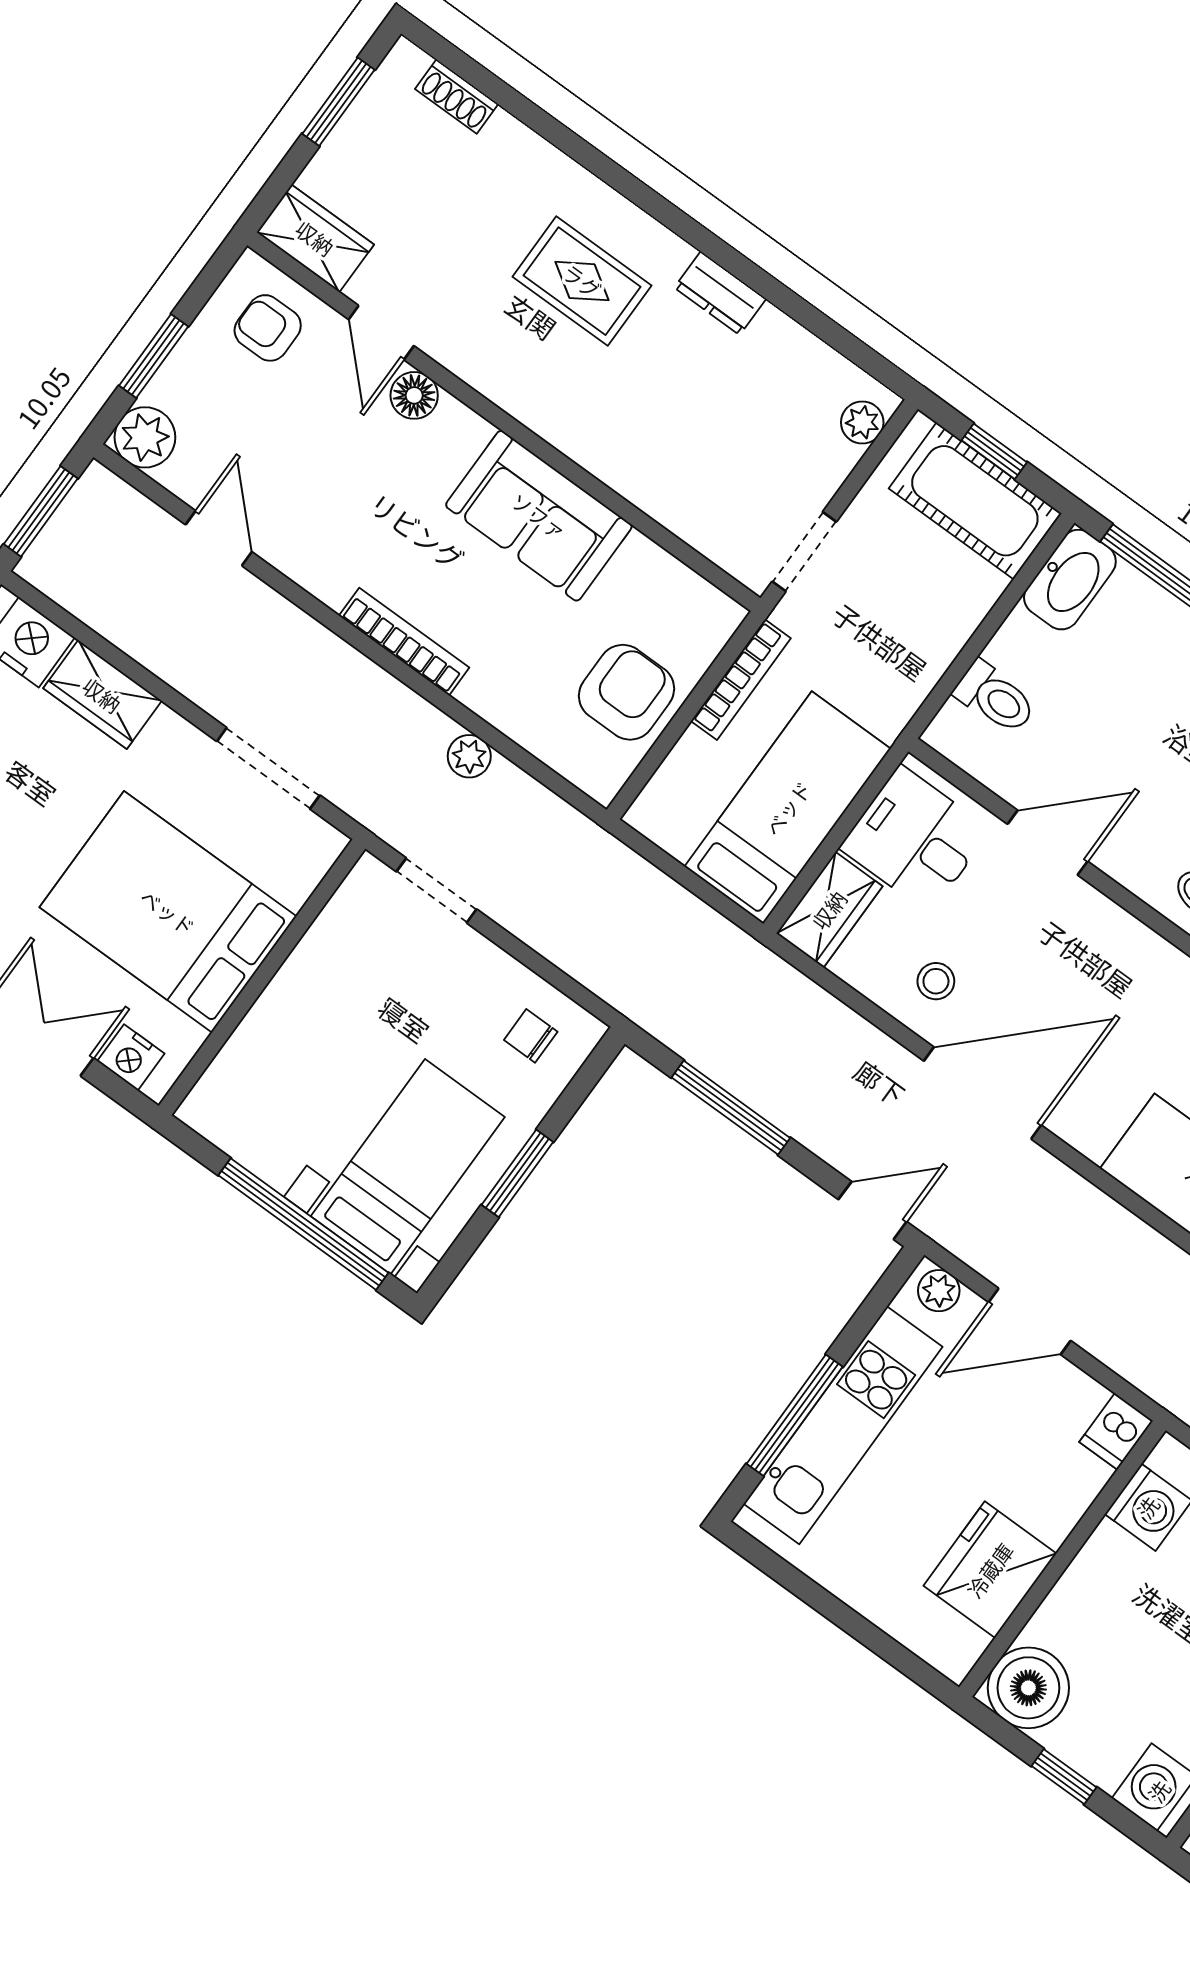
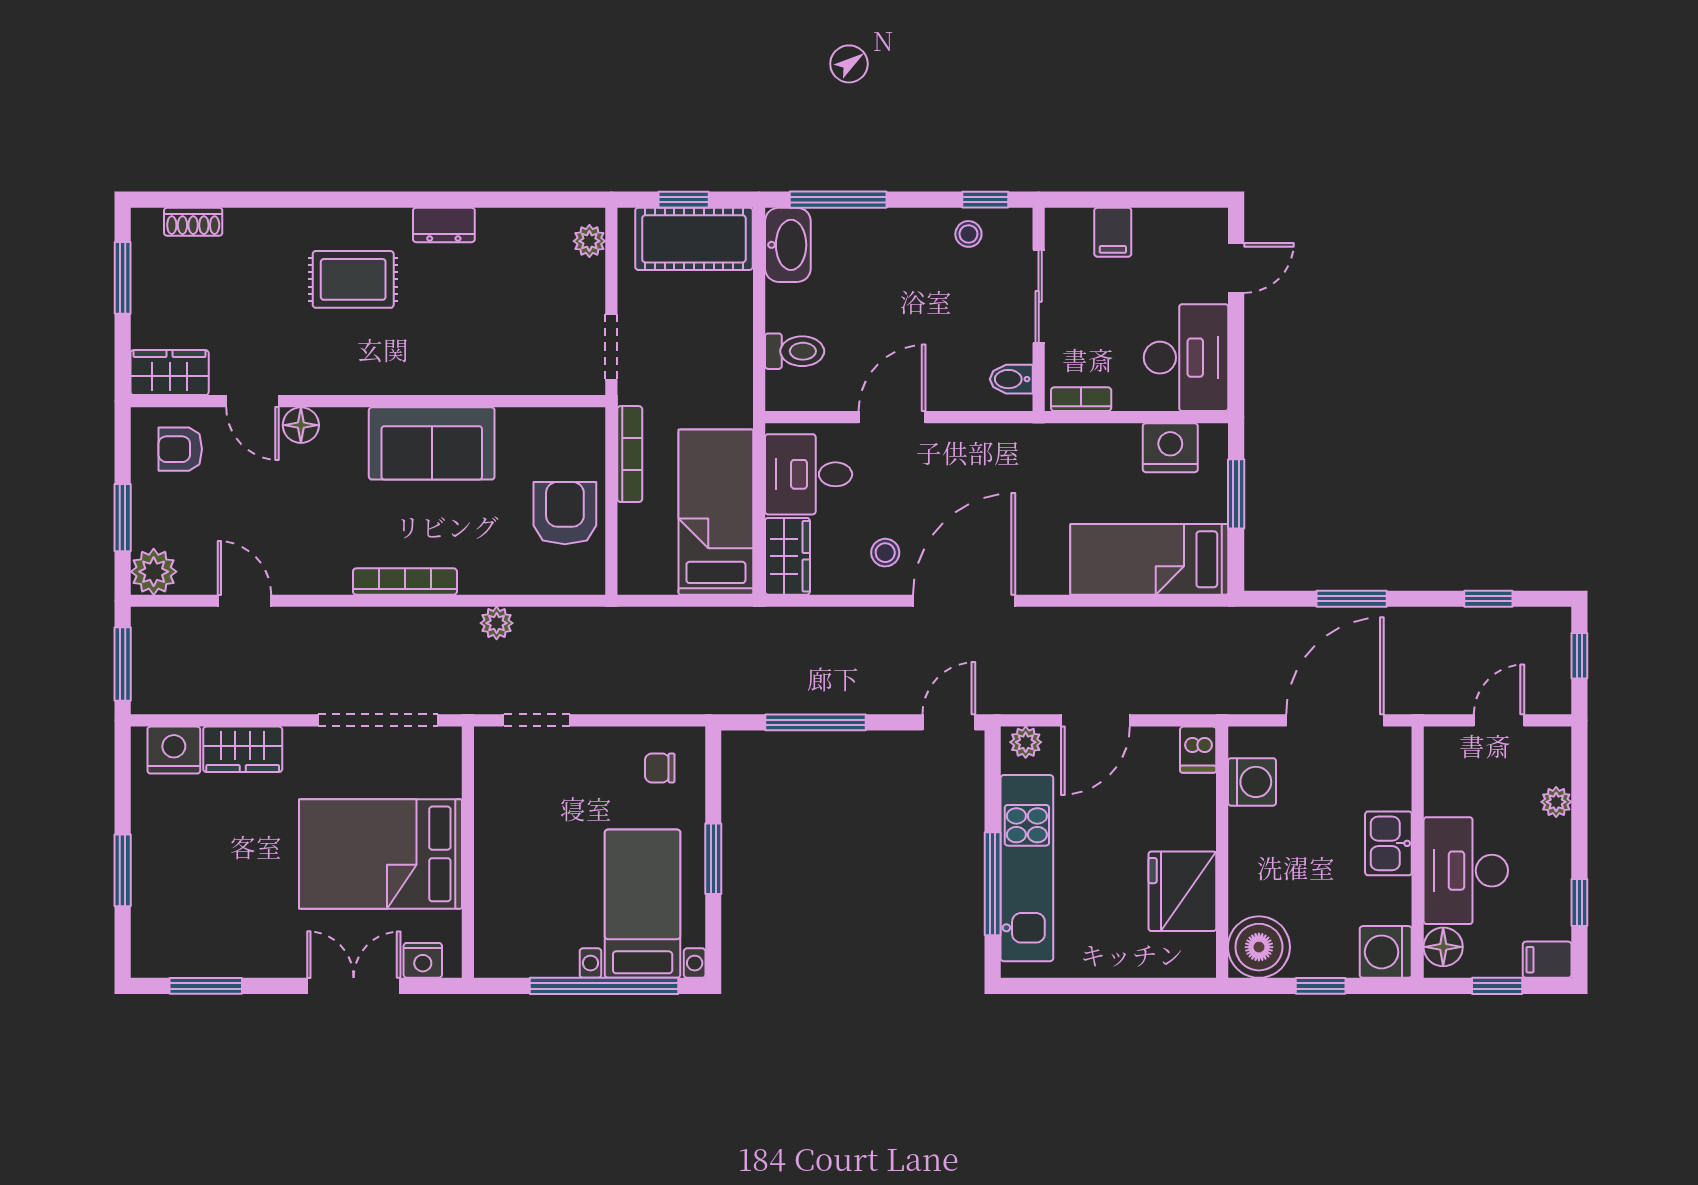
doorway: (268, 768) -> (378, 720), width x1.36

